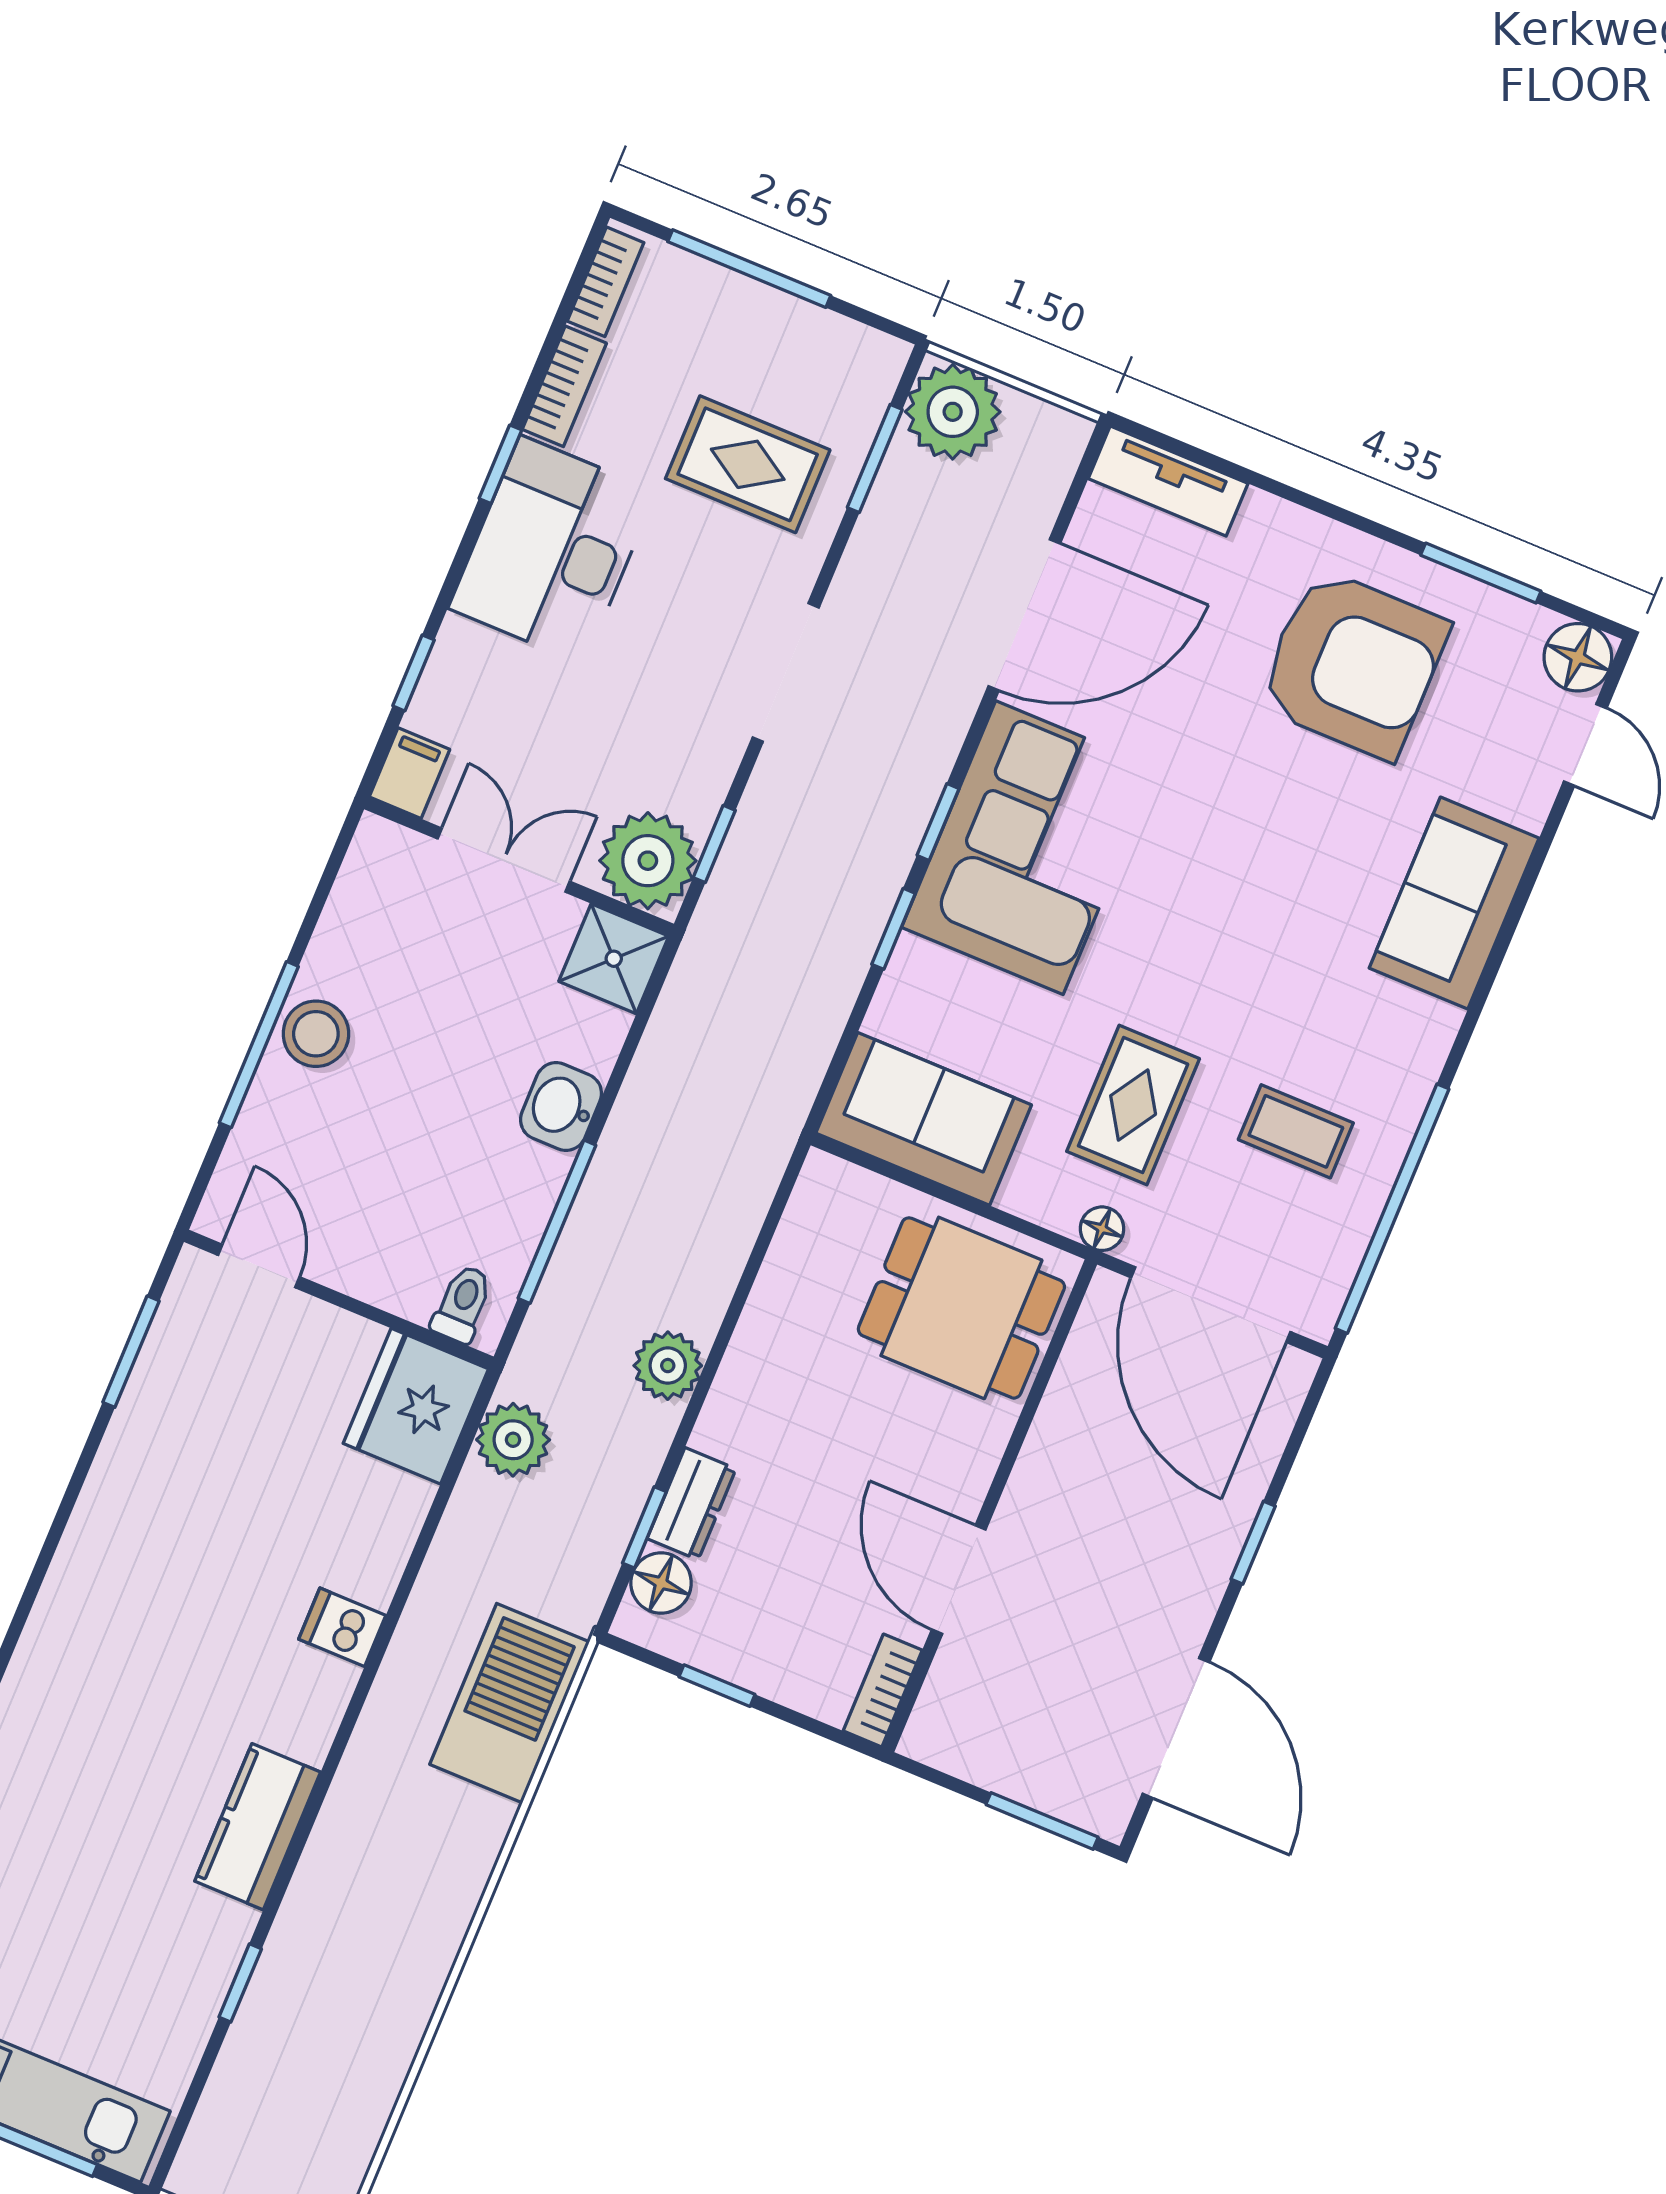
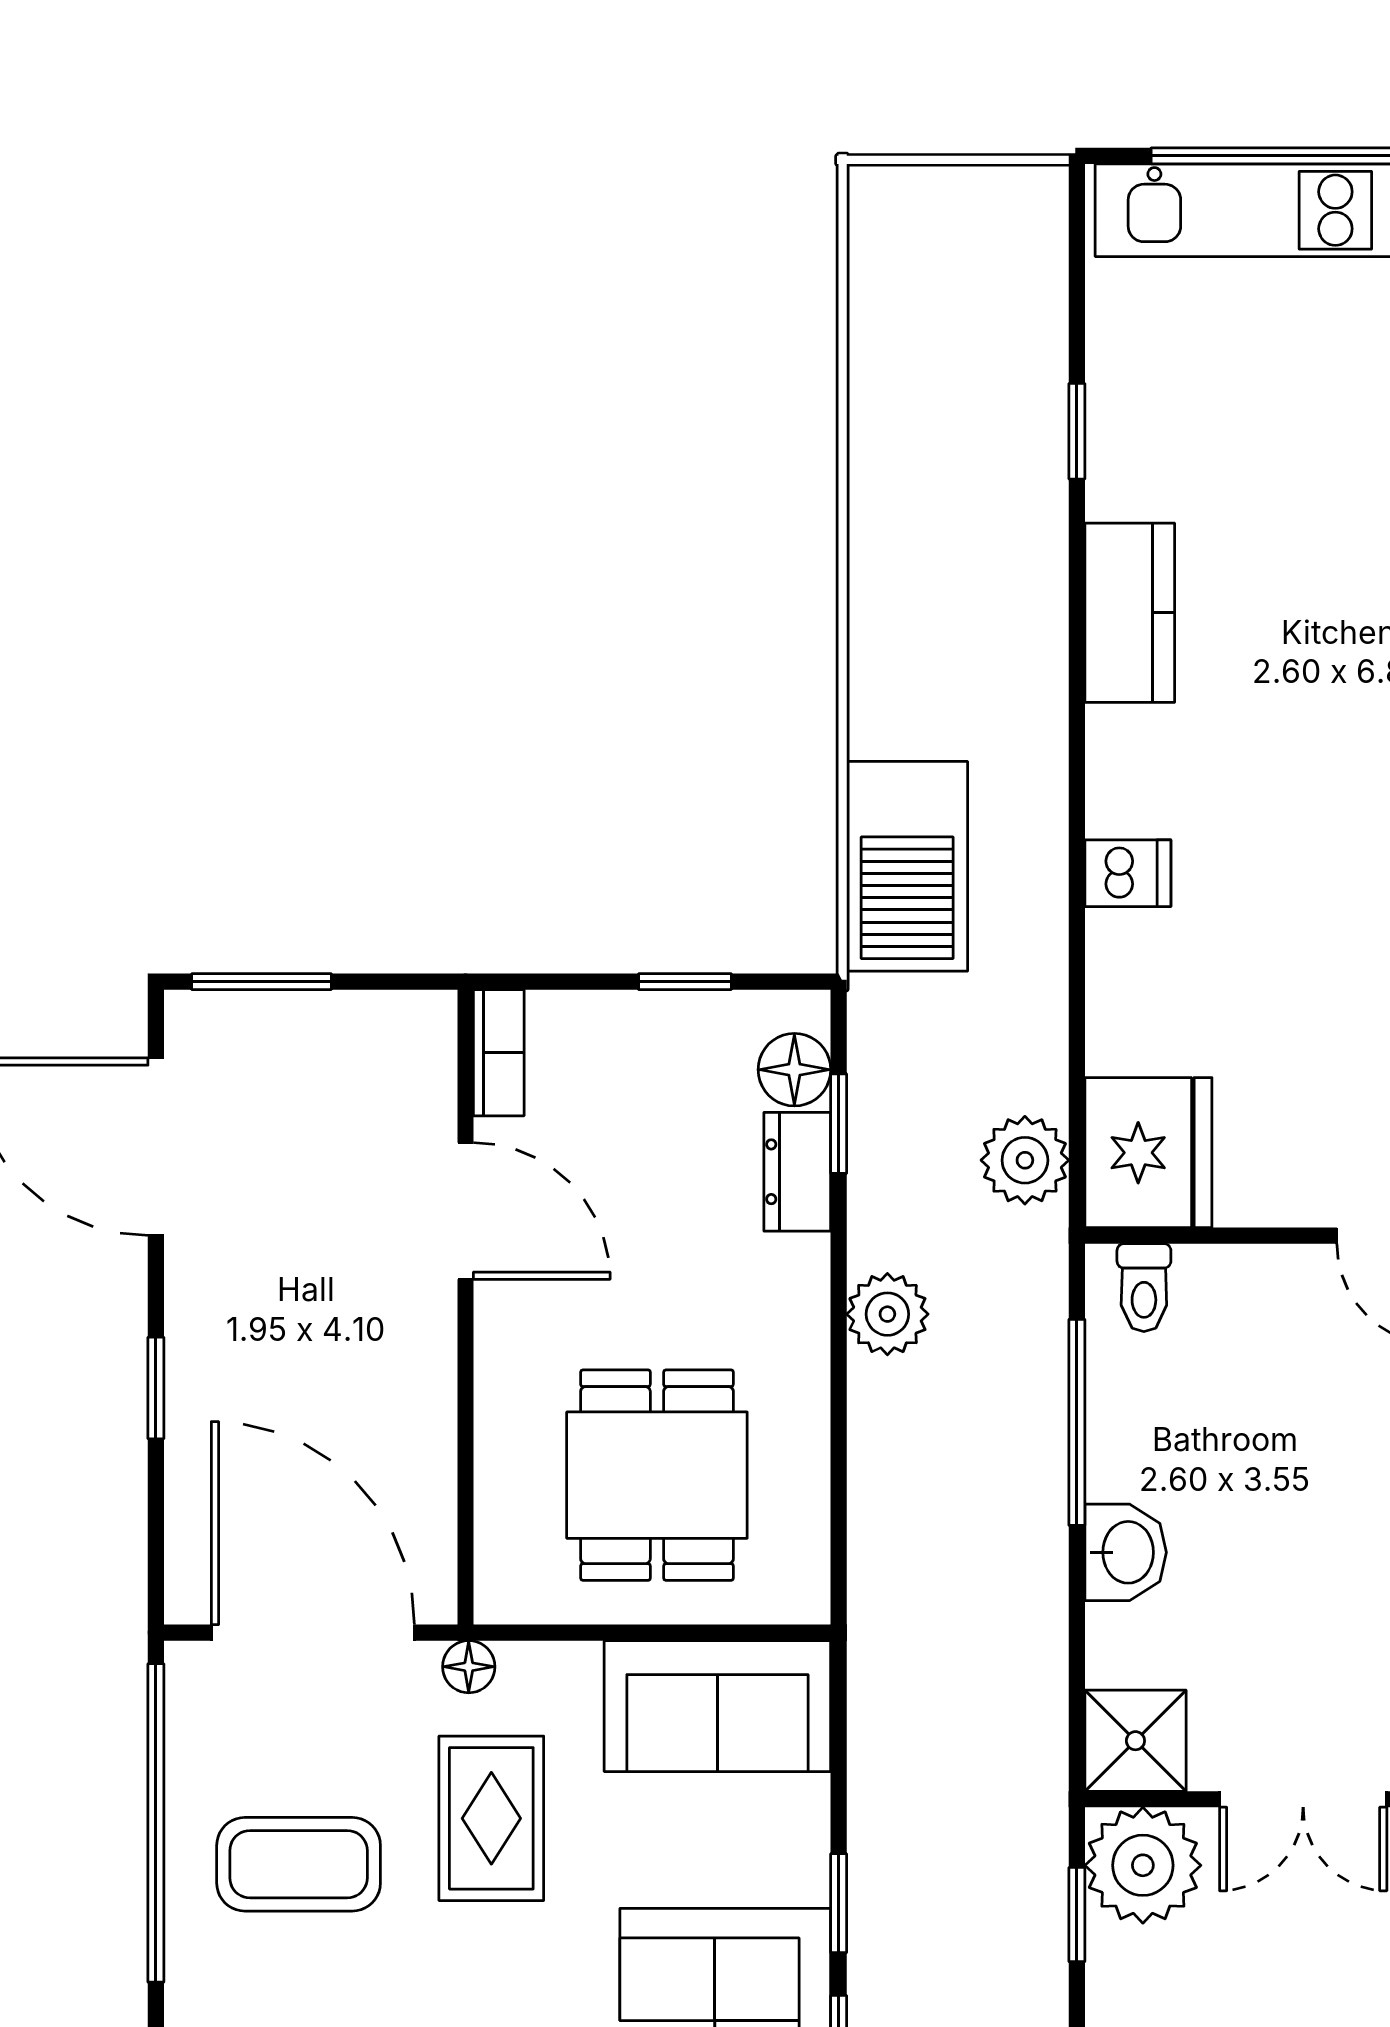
coffee table: (1296, 1131) -> (299, 1864), width x1.36, depth x1.30
dining table: (961, 1308) -> (657, 1475), moved, turned 90

